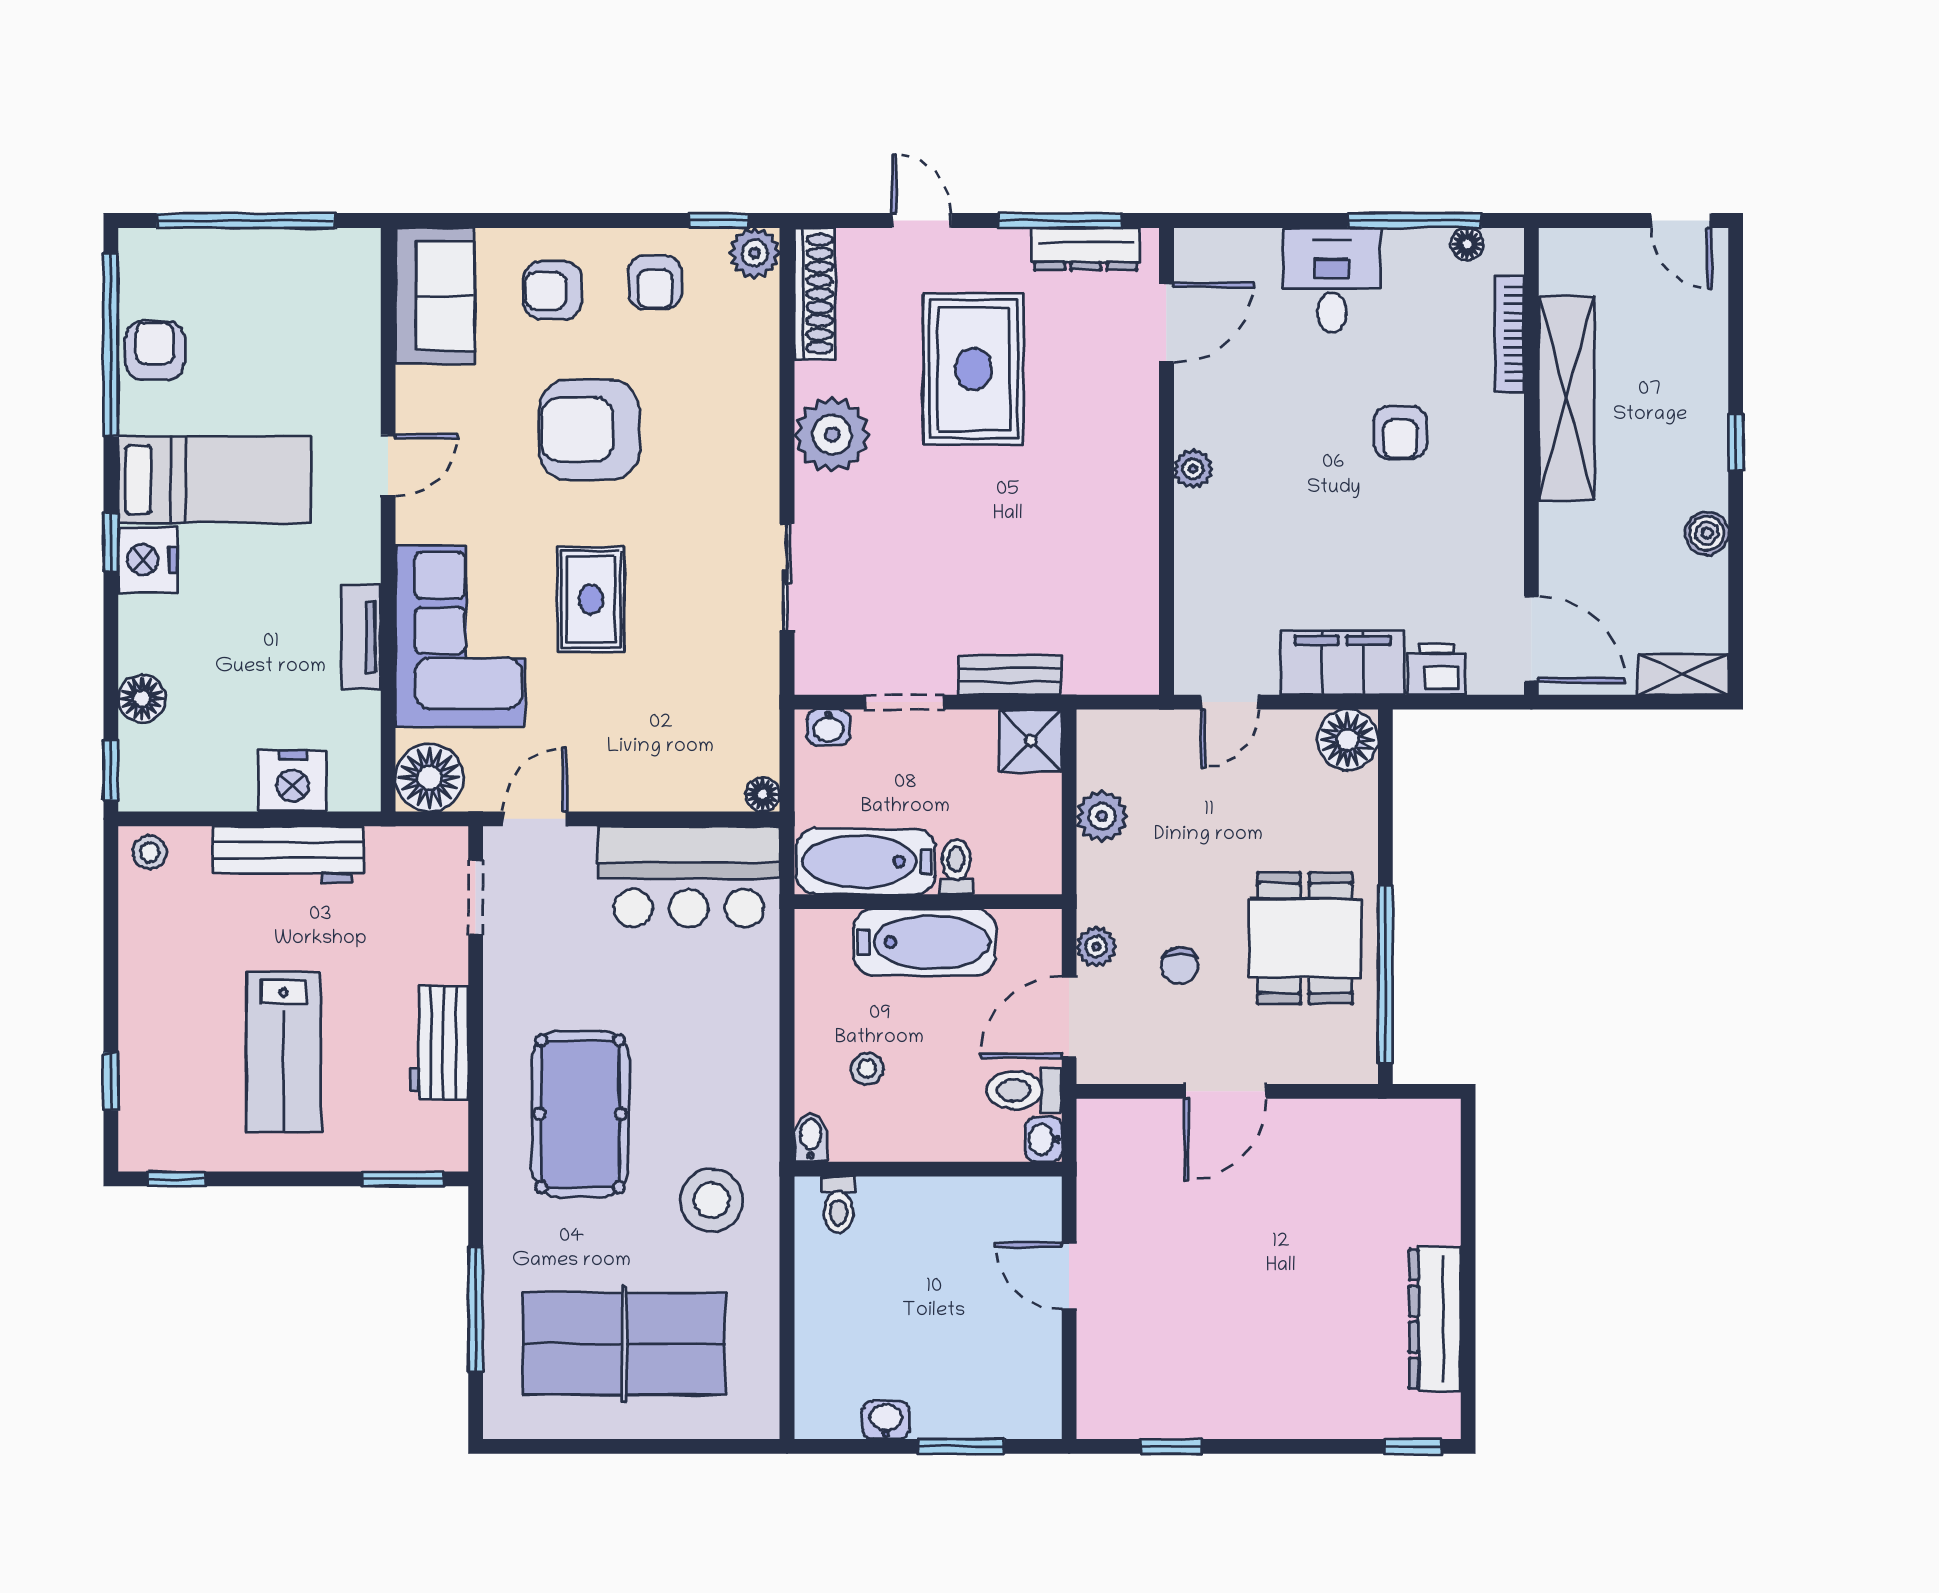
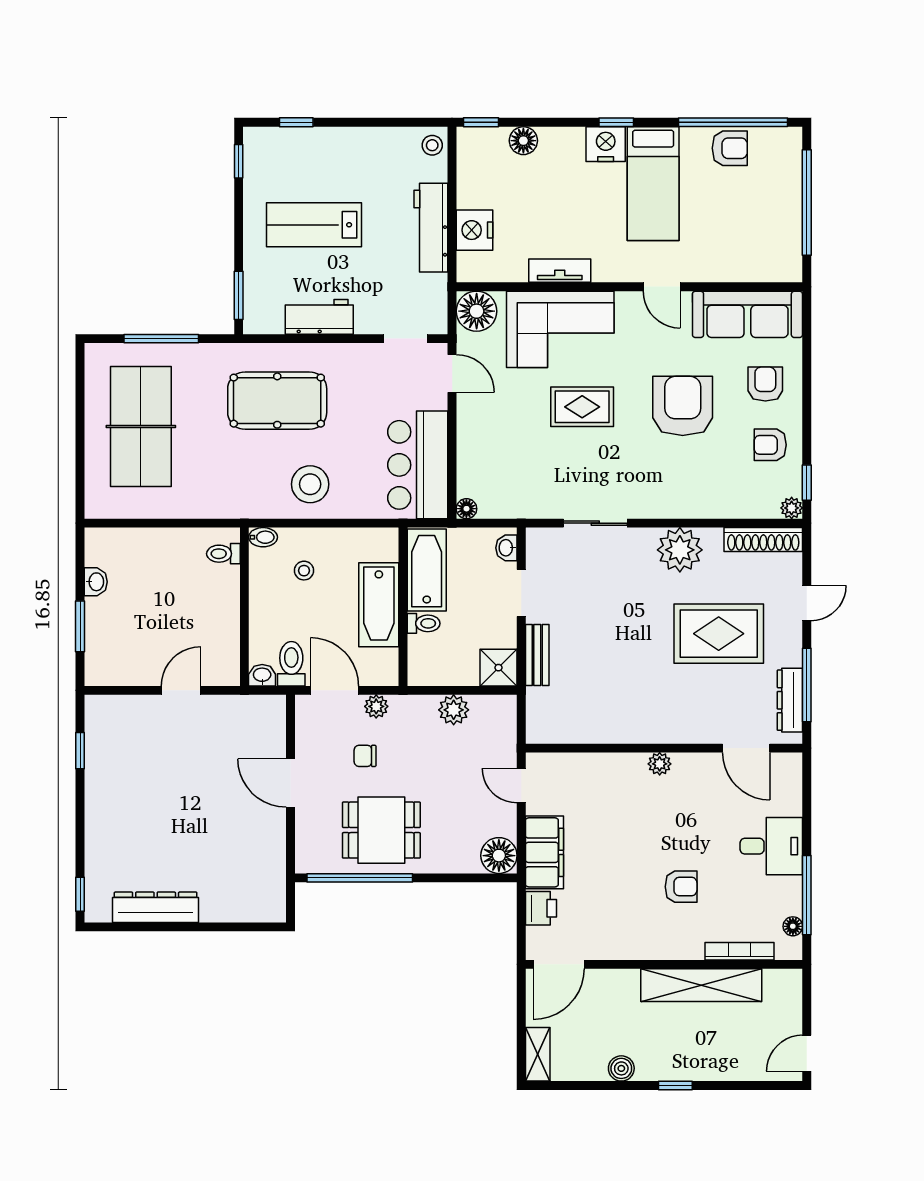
plant: (755, 253) -> (792, 508), width x0.73, depth x0.73
sofa: (435, 296) -> (747, 314), width x1.36
armchair: (1400, 433) -> (681, 887), turned 180
stool: (712, 1200) -> (310, 484), moved

